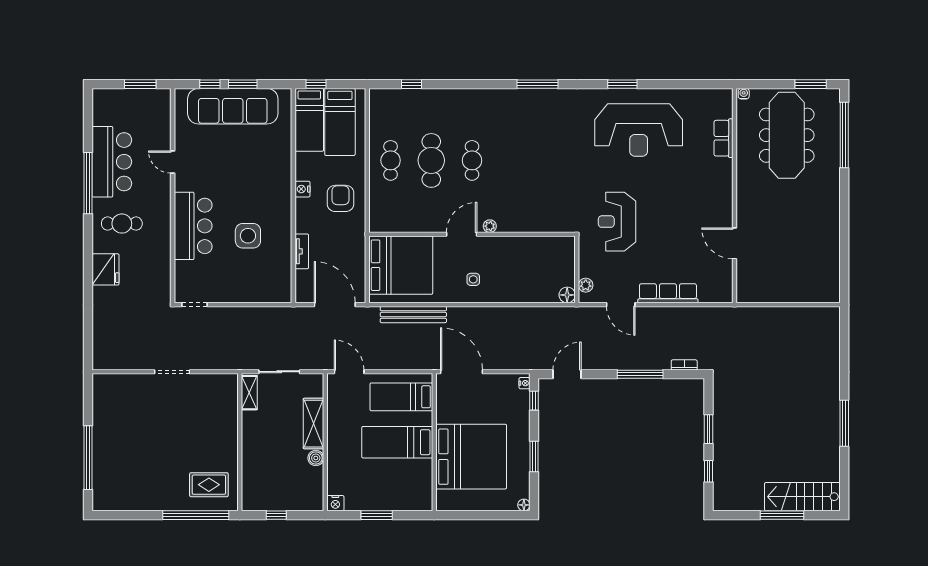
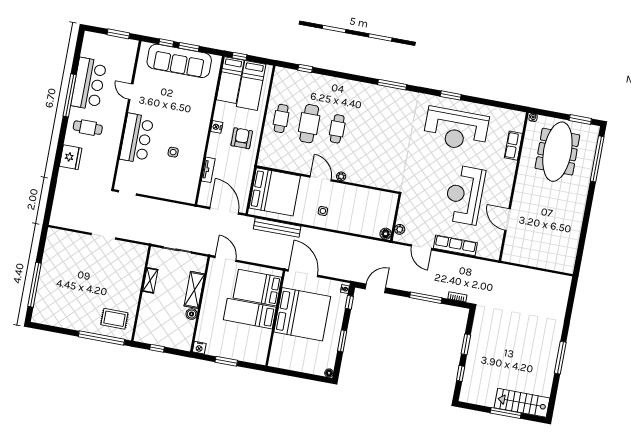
reception desk: (617, 222) -> (464, 195), moved, width x1.36, depth x1.30
door: (462, 234) -> (321, 178), hinge flipped
side table: (248, 236) -> (173, 152), width x0.54, depth x0.54
shelving: (249, 393) -> (150, 280), moved
bed: (401, 397) -> (257, 288), width x1.50
bed: (471, 457) -> (302, 314), moved

